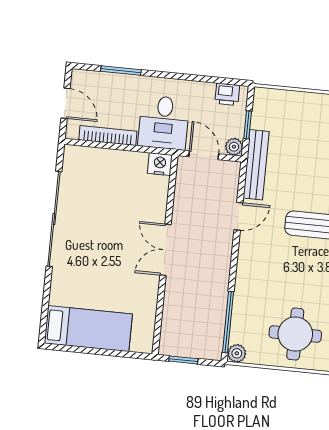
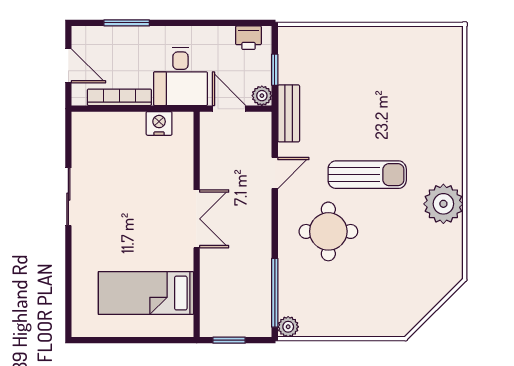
nightstand: (160, 164) -> (159, 123), moved
bench: (256, 165) -> (289, 113), width x0.73
sliding door: (54, 219) -> (68, 197), width x0.54
double door: (165, 250) -> (197, 219), swing flipped
bed: (88, 329) -> (146, 293), moved, turned 180
round table: (295, 334) -> (328, 231), moved

